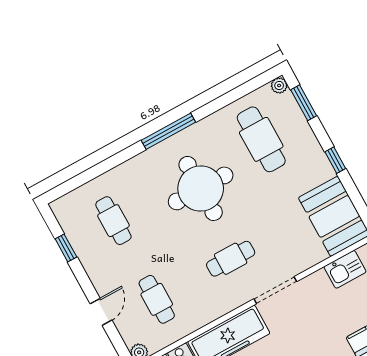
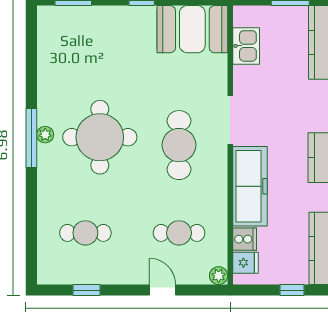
plant: (279, 85) -> (45, 135), moved
cafe table: (261, 139) -> (85, 57), removed
cafe table: (231, 259) -> (179, 145), width x1.37, depth x1.35

